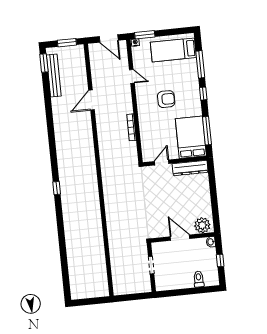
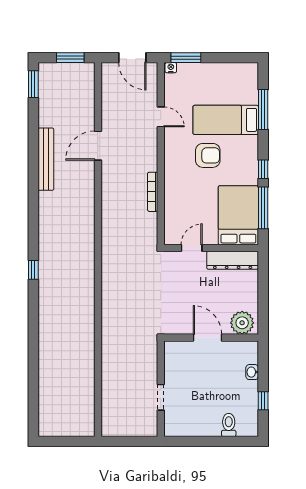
bed: (173, 50) -> (226, 120), moved
bench: (54, 75) -> (46, 159), moved
window: (203, 94) -> (263, 169), moved
plant: (202, 225) -> (242, 323), moved
wall: (183, 237) -> (211, 338), moved
door: (180, 238) -> (207, 338), moved

